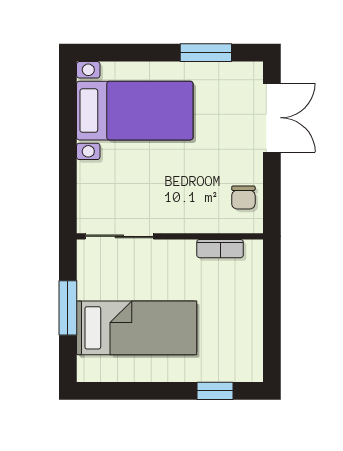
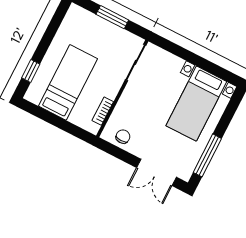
window: (206, 53) -> (207, 155), width x1.44
chair: (243, 198) -> (123, 137), turned 90
bed: (137, 328) -> (68, 82), moved, turned 180

